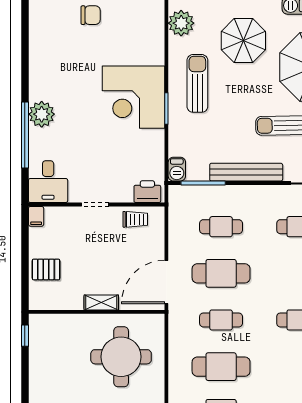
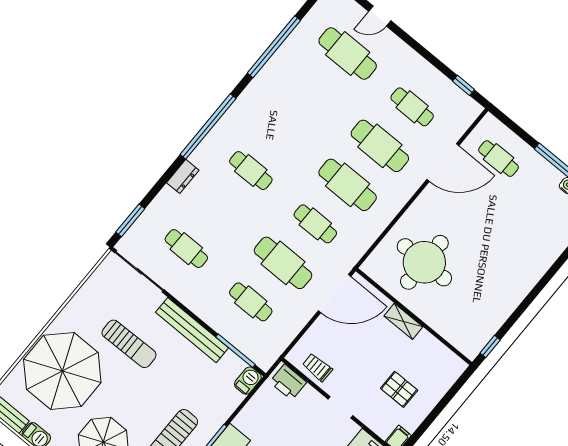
pallet: (46, 269) -> (399, 389), moved

